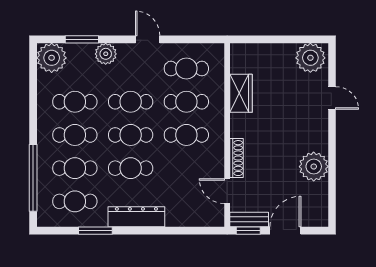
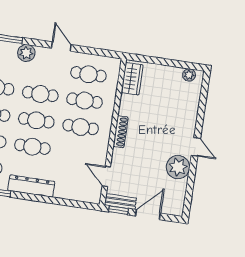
plant: (310, 58) -> (189, 75), width x0.53, depth x0.53
wardrobe: (241, 93) -> (132, 79), moved
door: (332, 98) -> (196, 147), moved
shoe rack: (237, 158) -> (121, 132), moved

